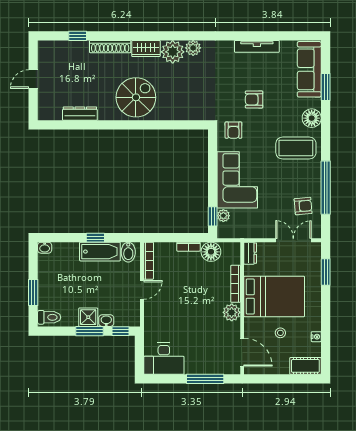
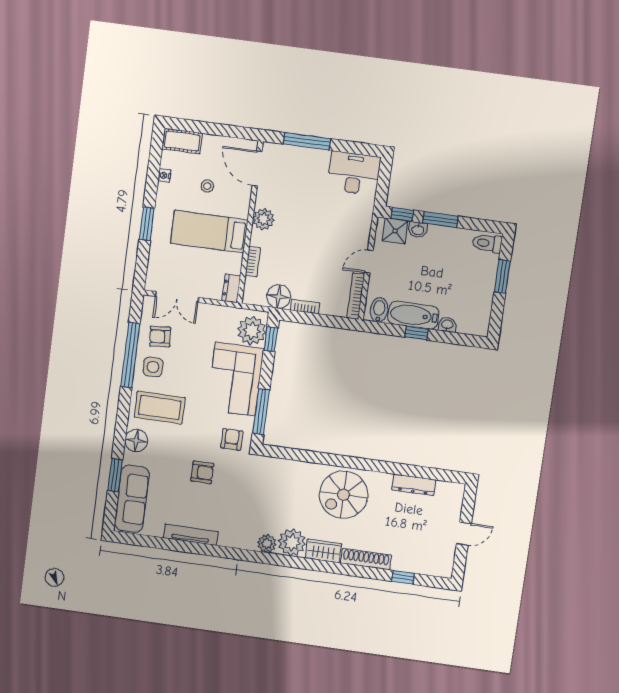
window: (213, 156) -> (261, 412), added
side table: (306, 181) -> (153, 367), added
plant: (223, 216) -> (252, 331), width x1.88, depth x1.88
washbasin: (45, 248) -> (447, 325), moved
window: (326, 272) -> (147, 224), moved
bookcase: (236, 284) -> (253, 262), width x0.64
bed: (274, 296) -> (209, 232), width x0.67
shower: (88, 317) -> (395, 231), moved

